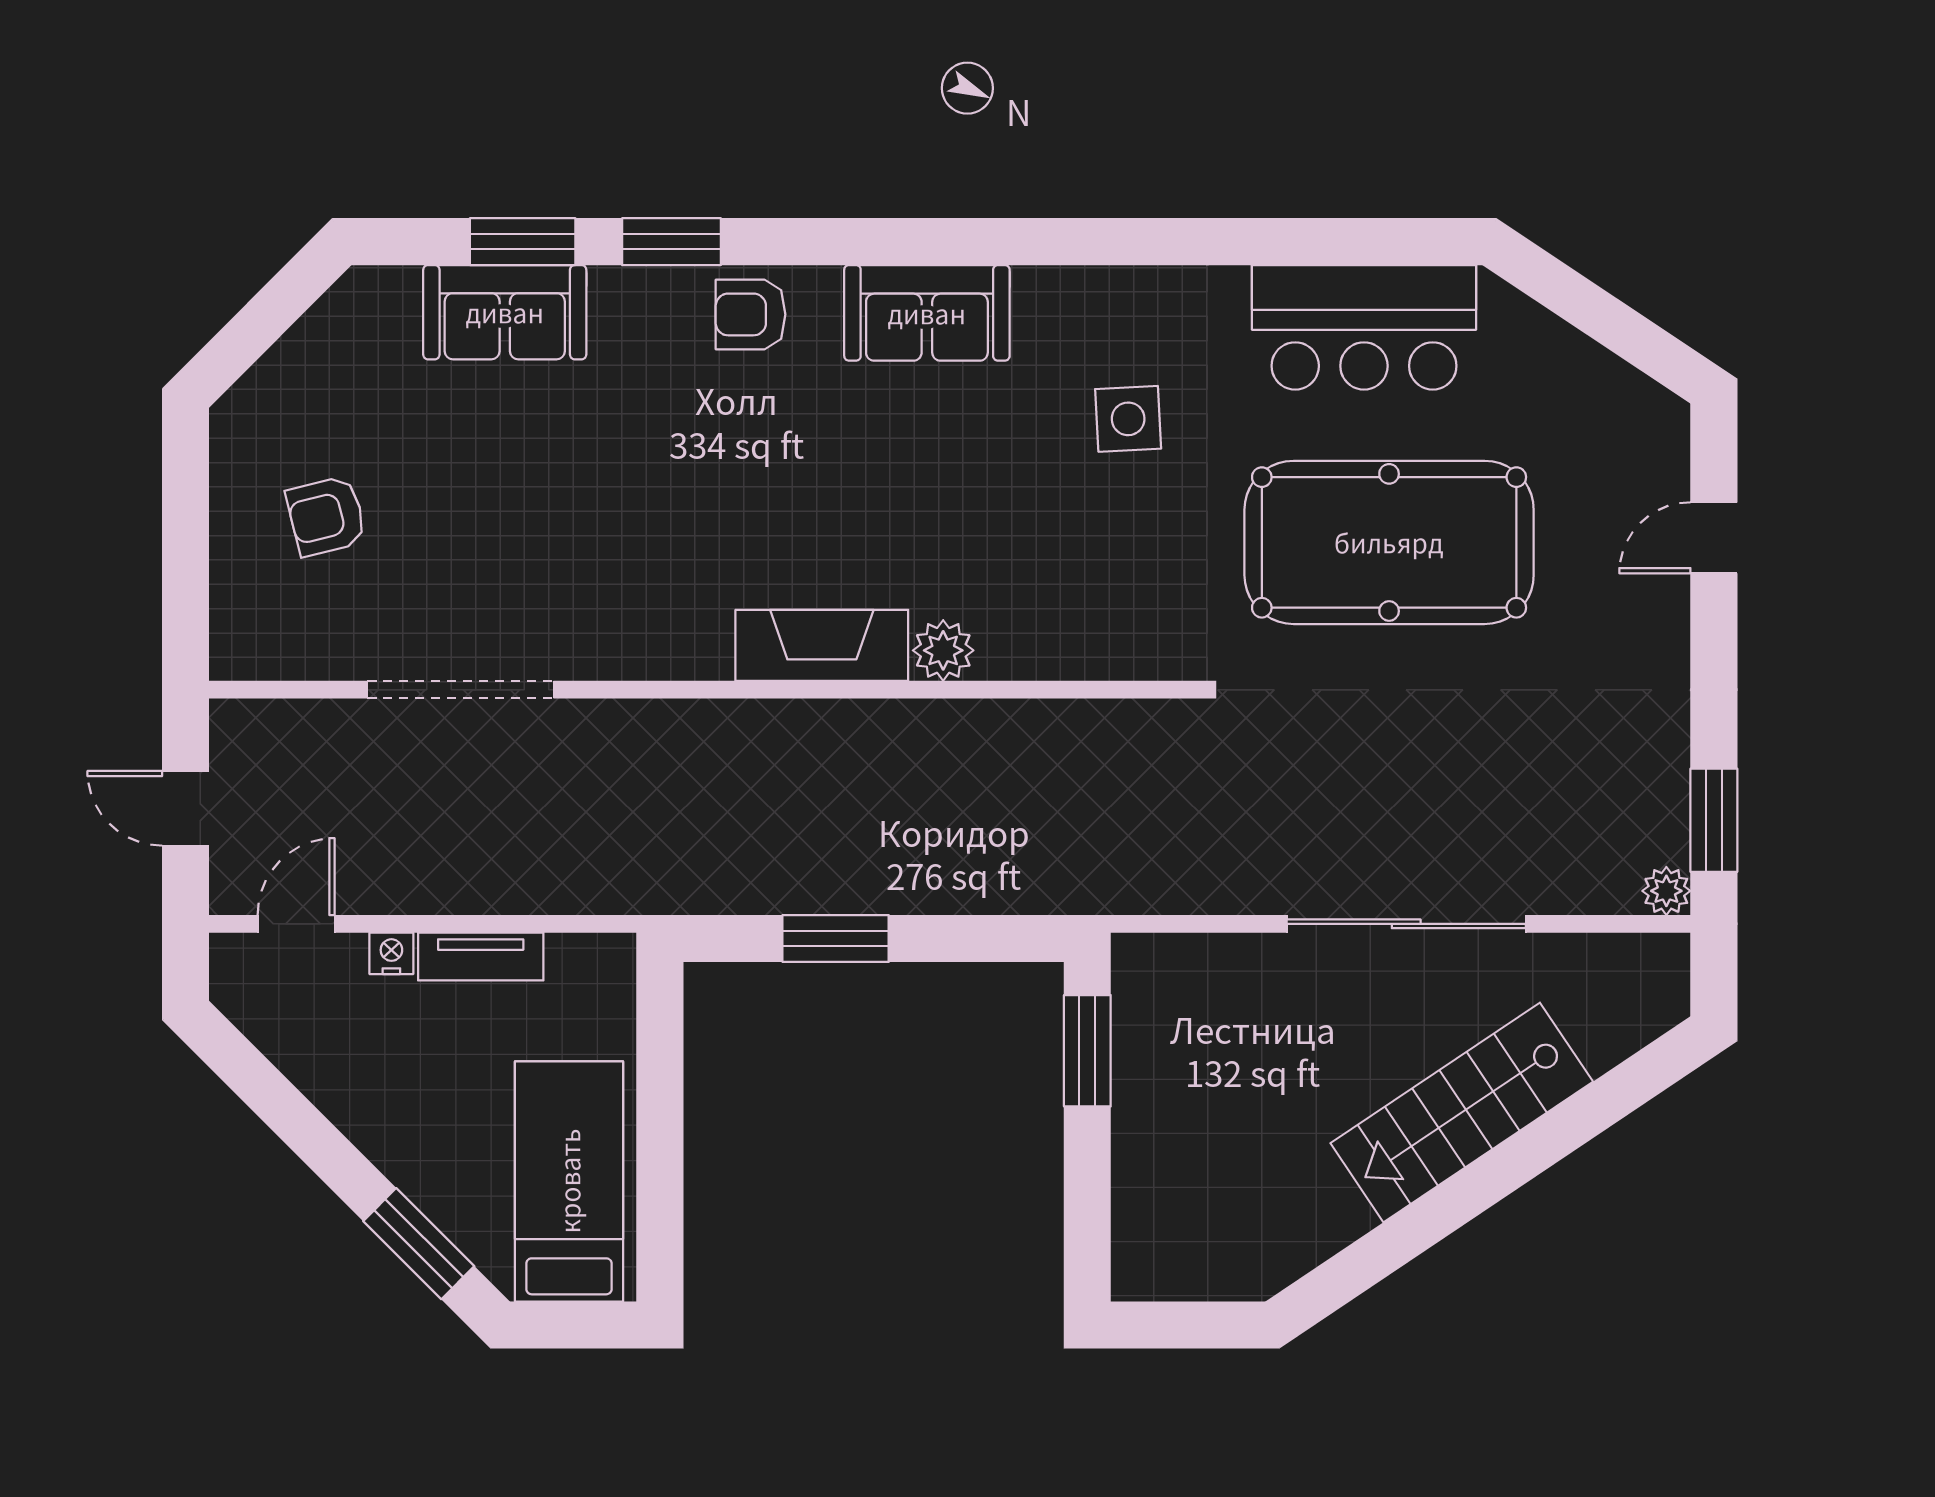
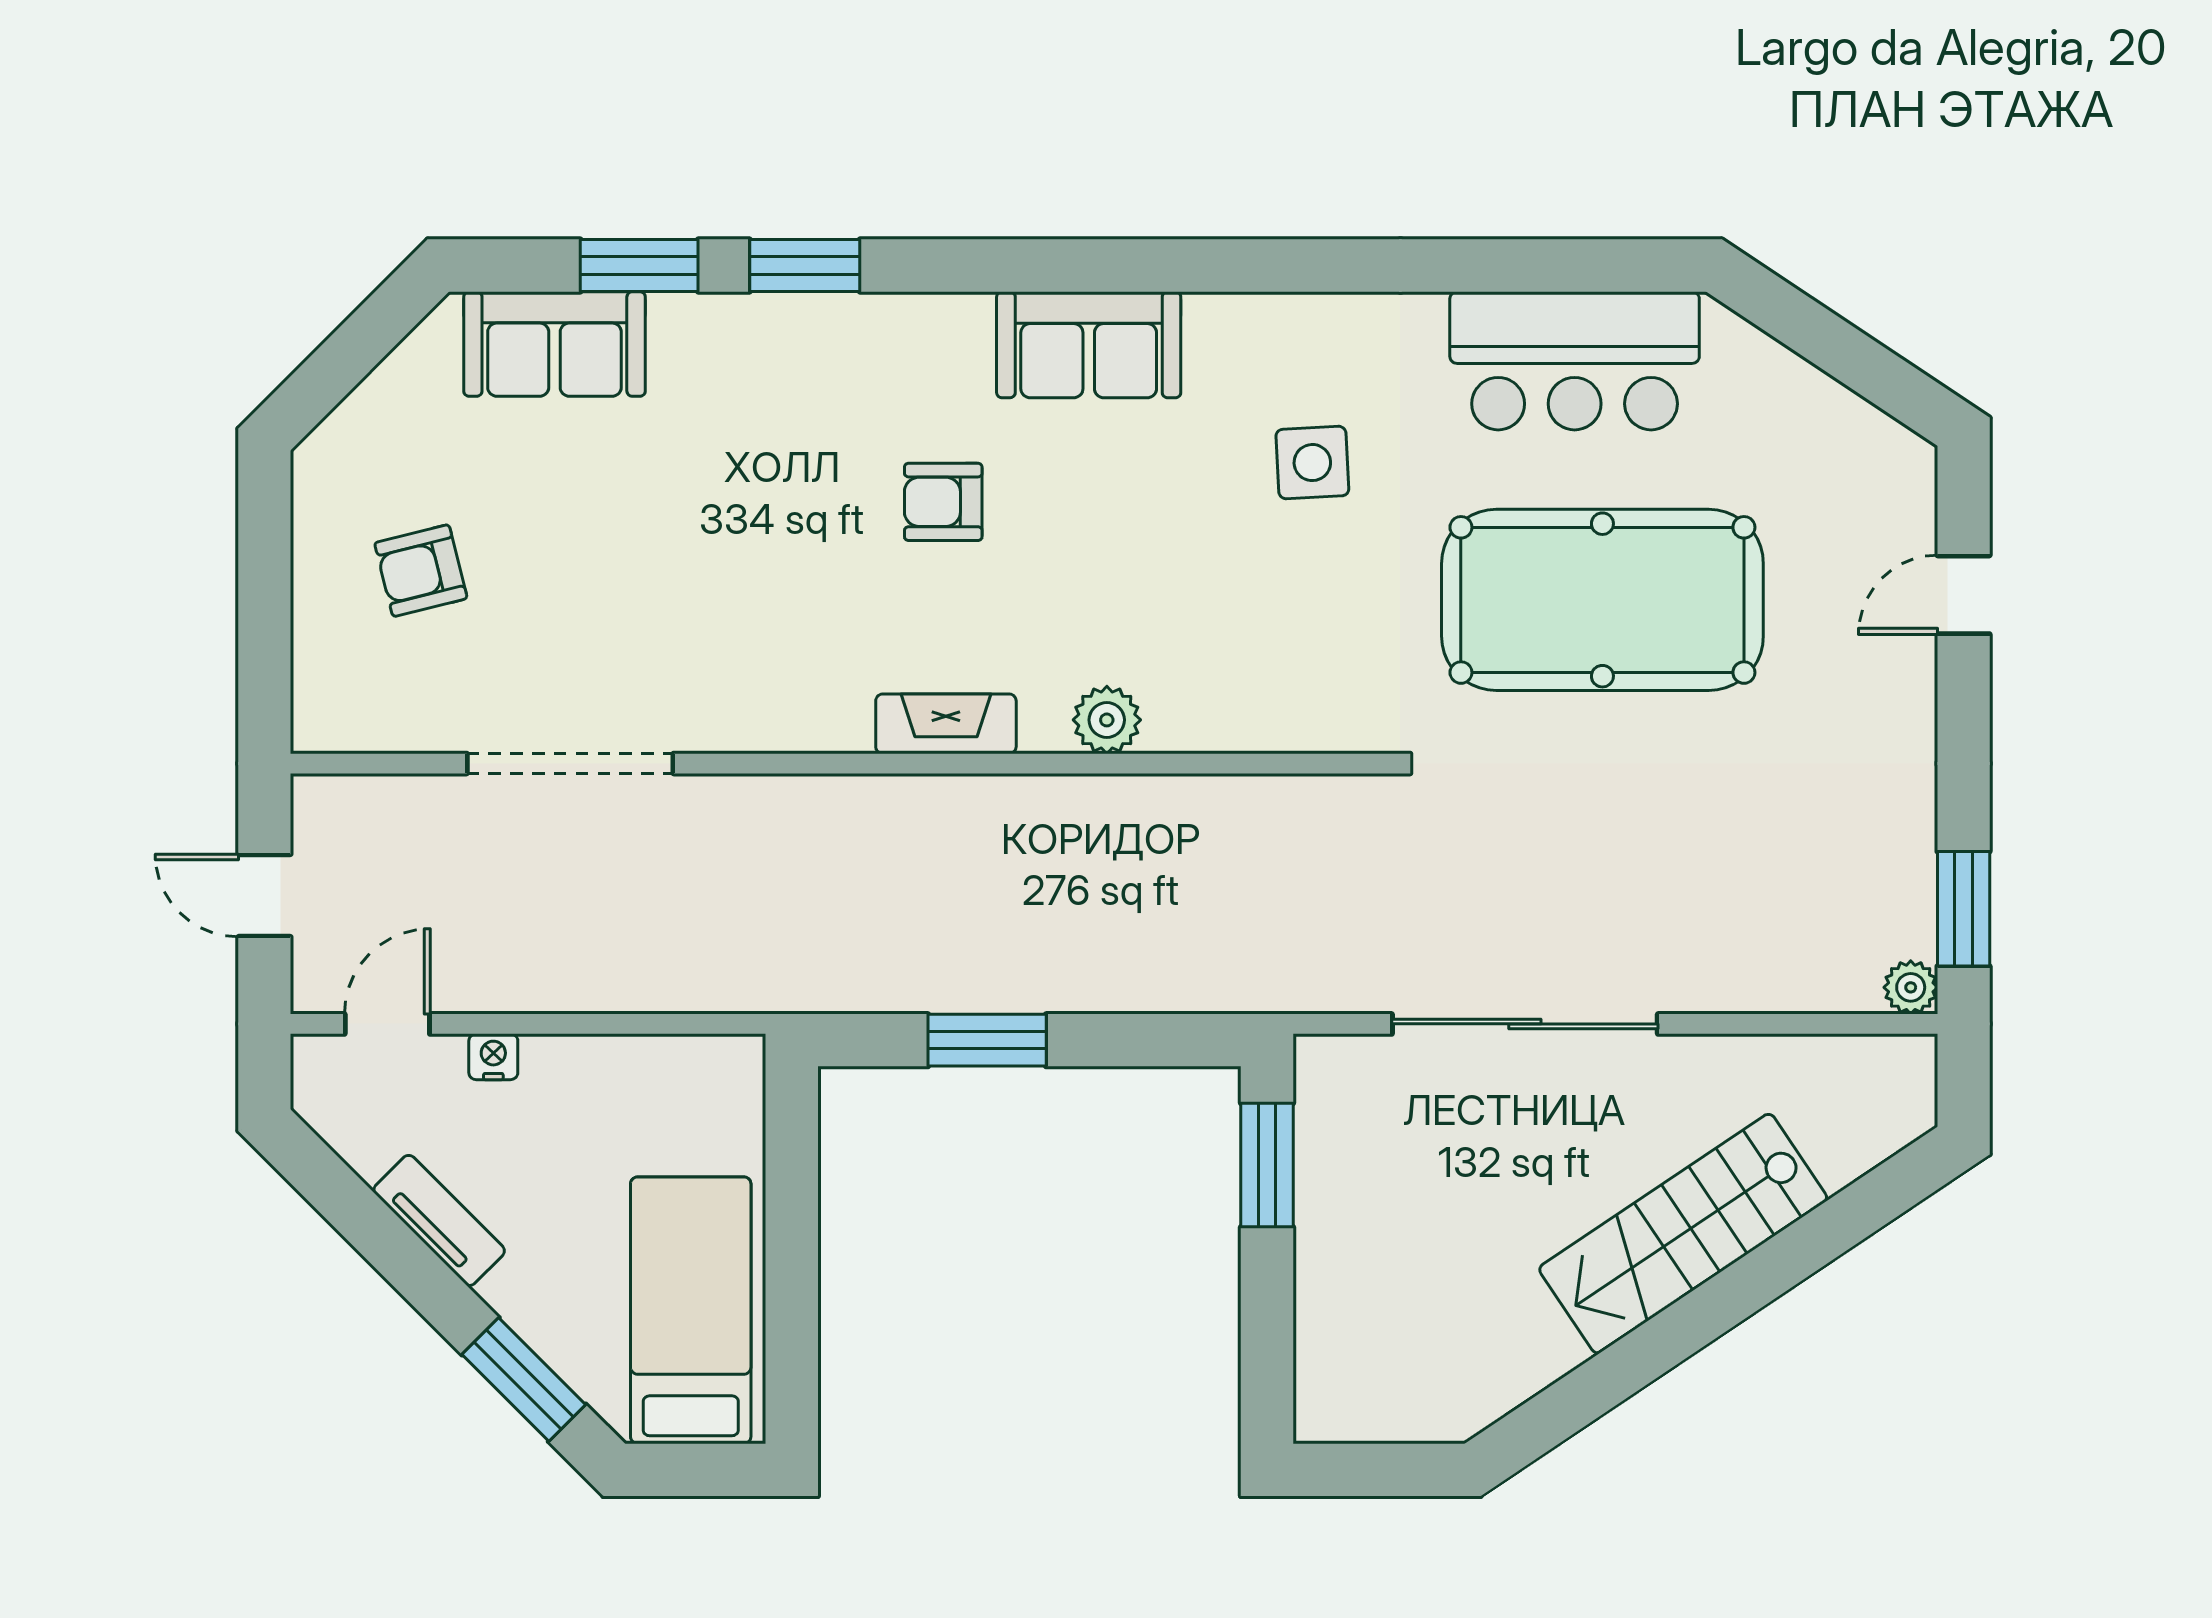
sofa: (505, 312) -> (554, 344), moved
armchair: (751, 314) -> (943, 502), moved
fireplace: (822, 645) -> (946, 724), width x0.73, depth x0.76
sliding door: (1406, 924) -> (1525, 1024), moved
tv unit: (481, 957) -> (439, 1220), moved, turned -135

